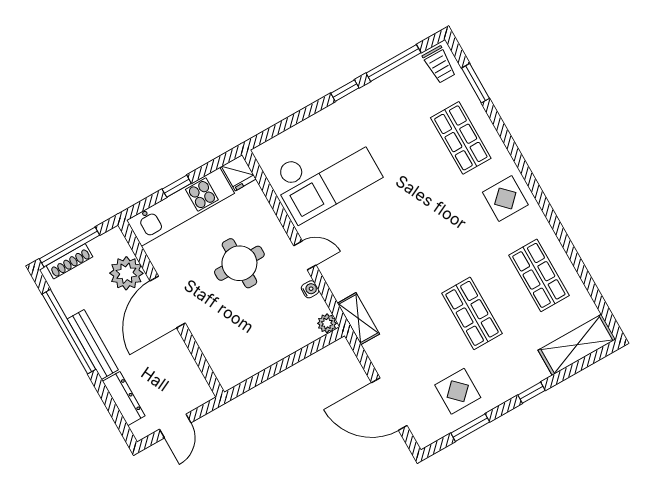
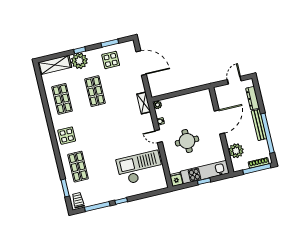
door: (168, 302) -> (219, 122), moved
plant: (525, 369) -> (79, 61), added

